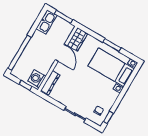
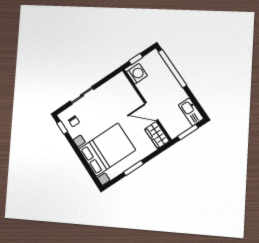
bed with nightstands: (111, 67) -> (107, 150), width x1.36
dresser: (50, 83) -> (126, 86), removed

